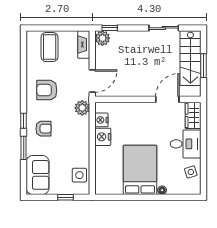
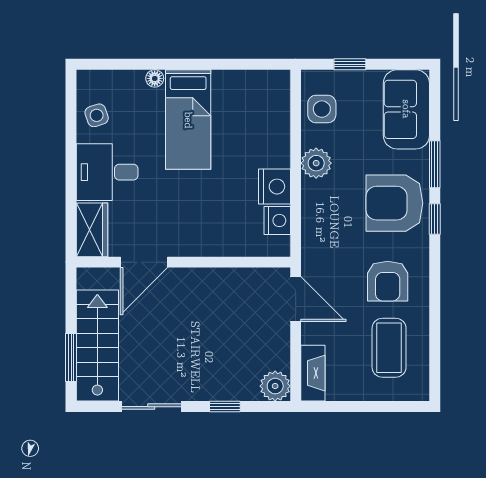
window: (110, 28) -> (225, 407), moved
coffee table: (50, 47) -> (389, 348), moved
window: (203, 66) -> (71, 357), moved
door: (92, 81) -> (296, 299), swing flipped
armchair: (47, 90) -> (388, 281), turned 90
plant: (82, 108) -> (316, 163), moved
armchair: (43, 129) -> (394, 203), width x1.88, depth x1.88
bed: (140, 170) -> (188, 120), width x0.67

